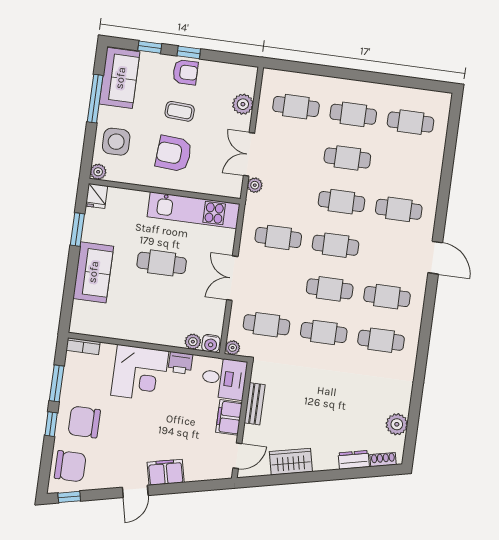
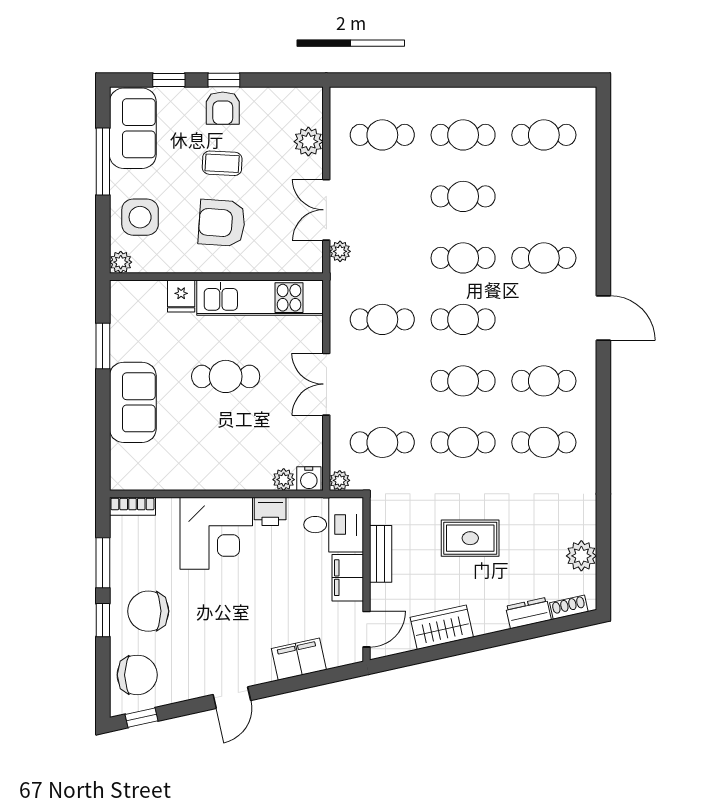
armchair: (185, 72) -> (223, 108), turned 90
fridge: (97, 196) -> (181, 296), moved
rug: (320, 401) -> (470, 538), added
filing cabinet: (166, 472) -> (299, 659), moved

